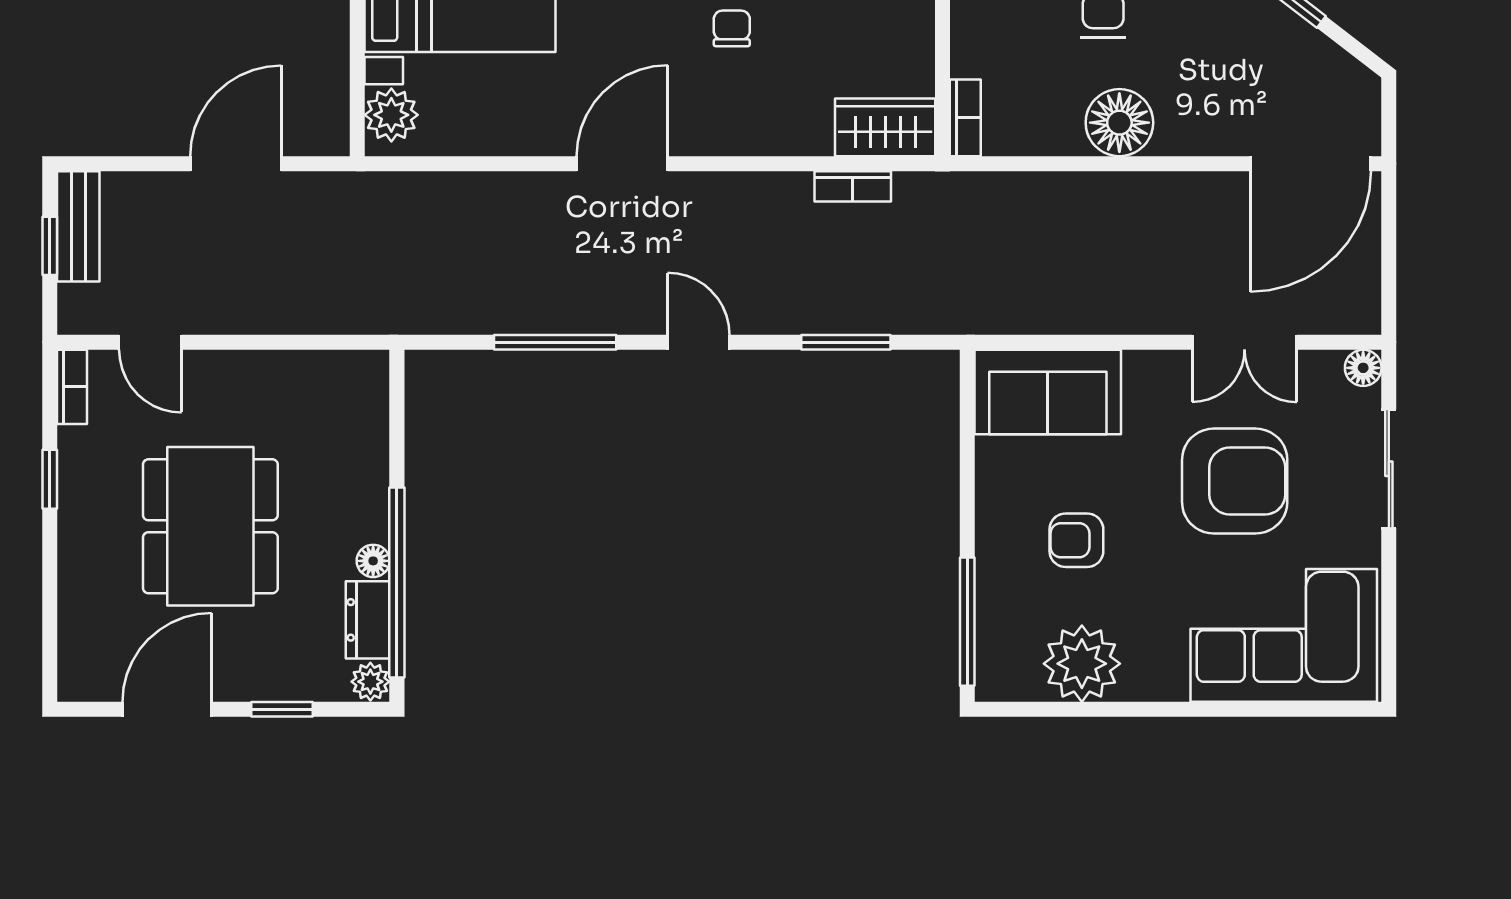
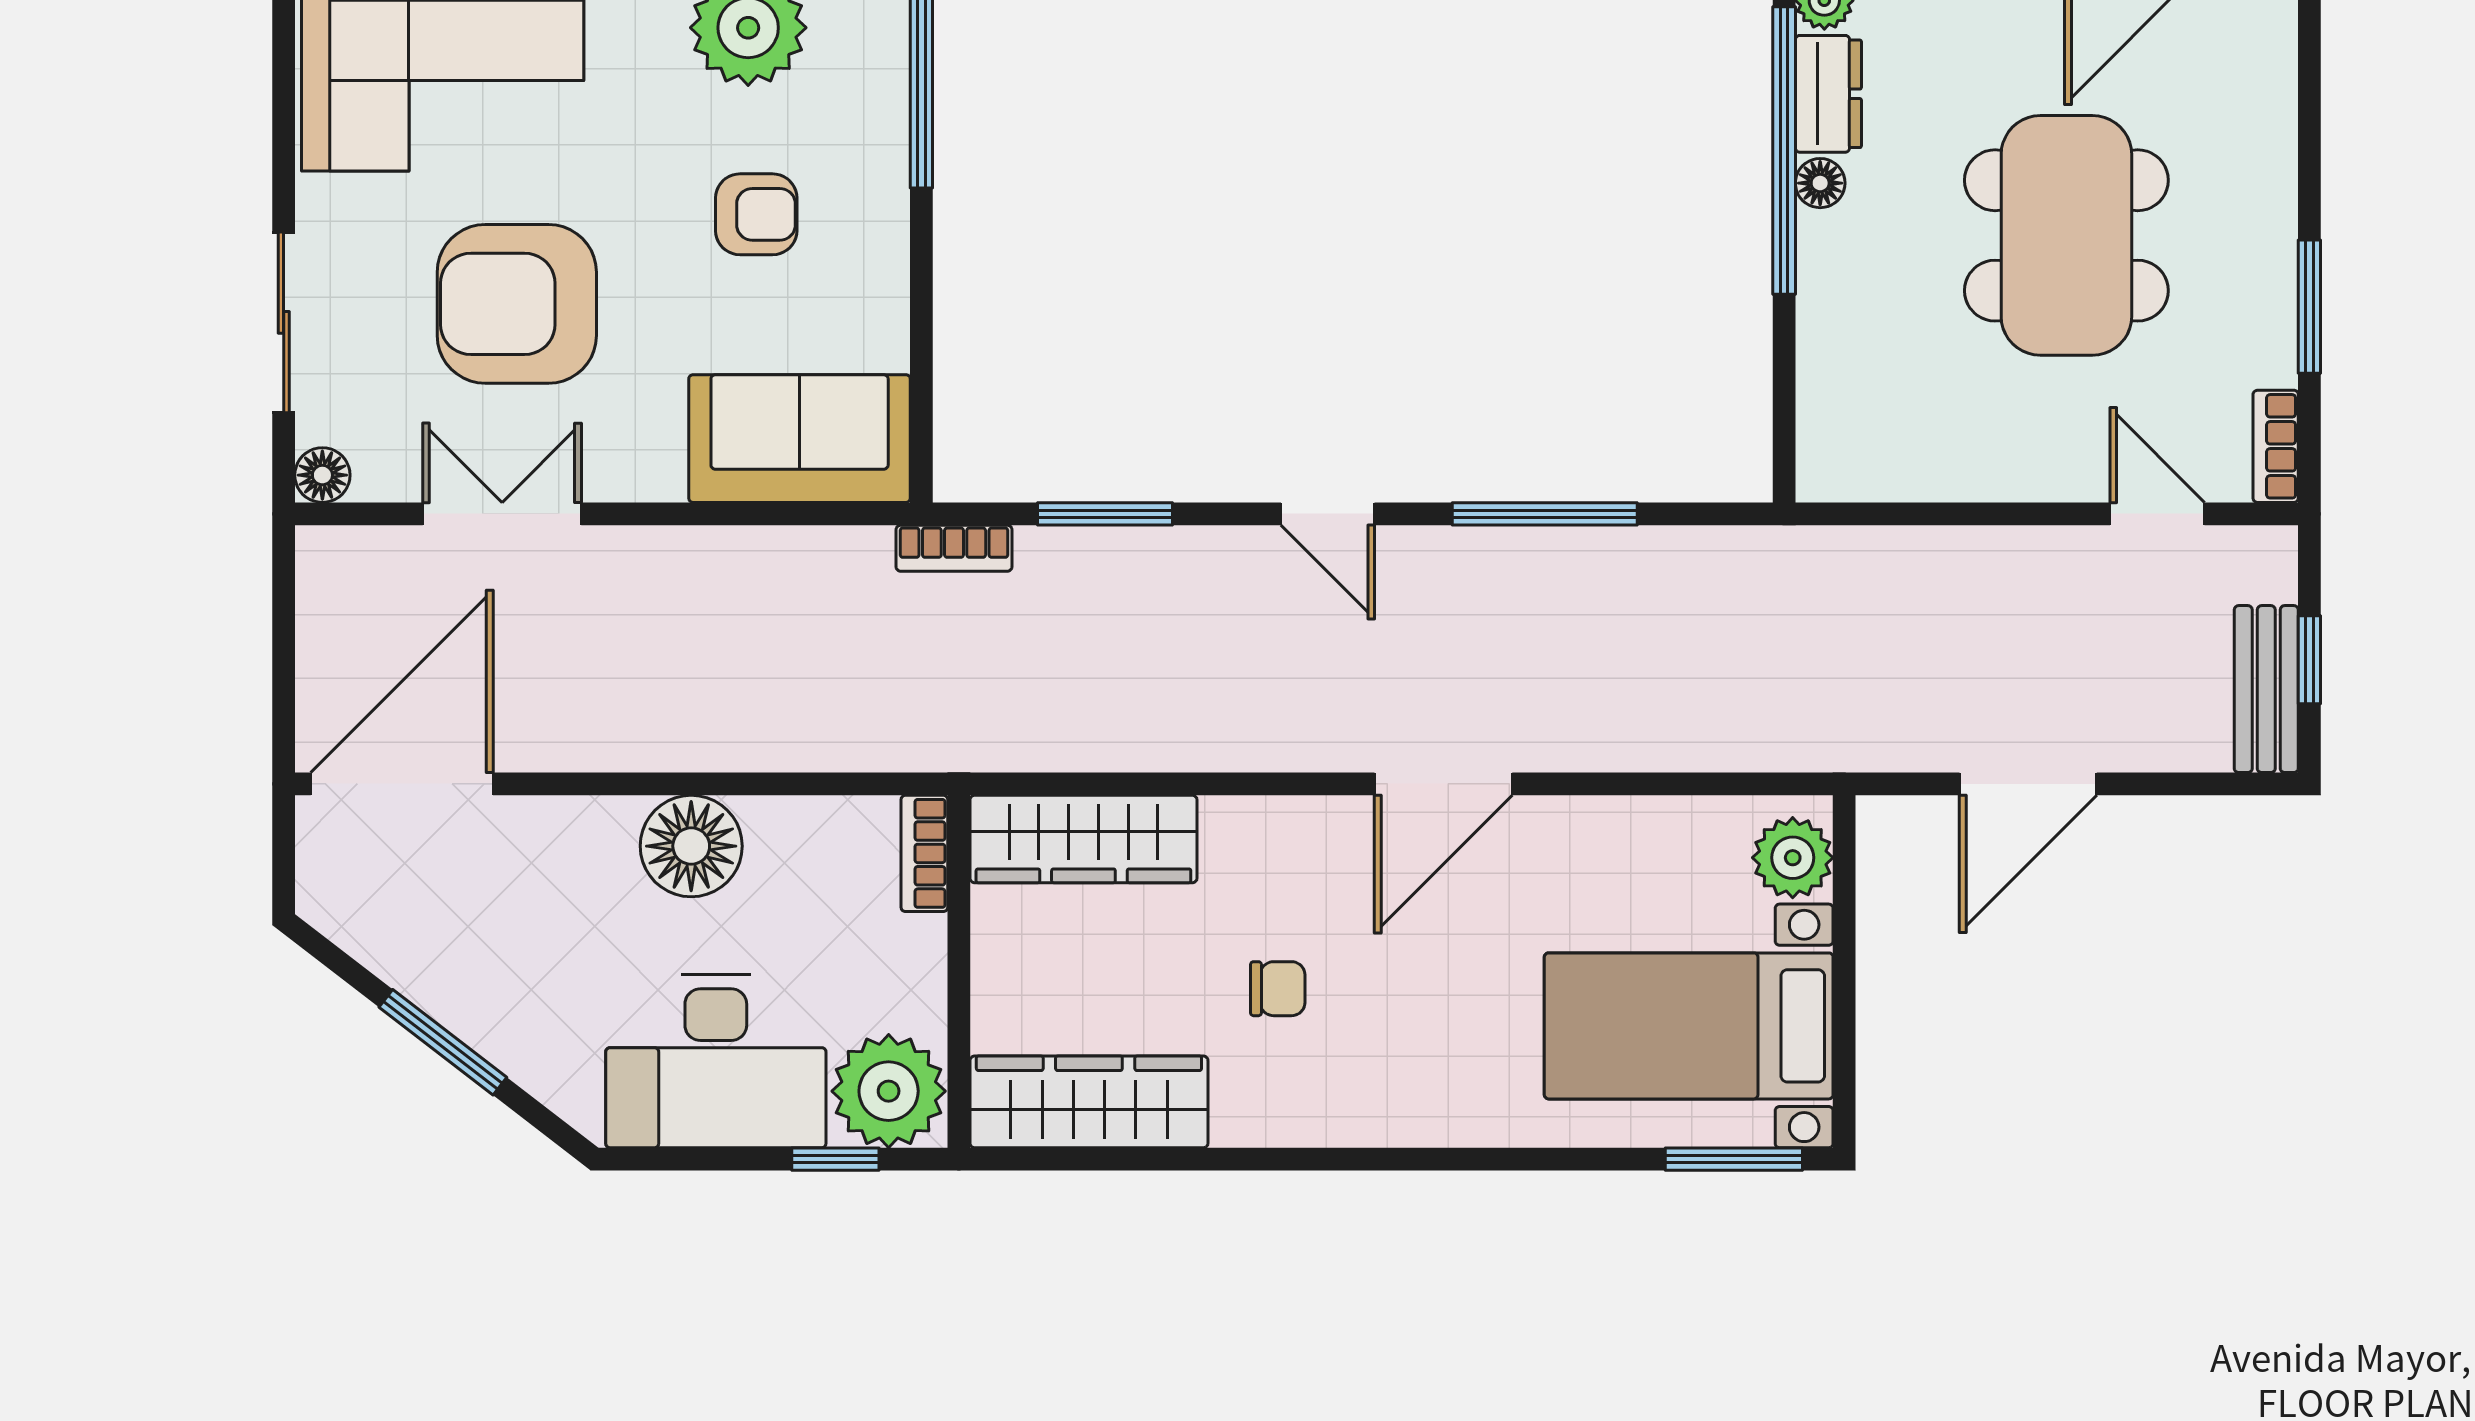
chair: (732, 28) -> (1278, 989), turned -90
wardrobe: (885, 127) -> (1083, 839), width x1.50
bookcase: (853, 186) -> (954, 548), moved, turned 180
window: (50, 479) -> (2309, 307), width x1.50

